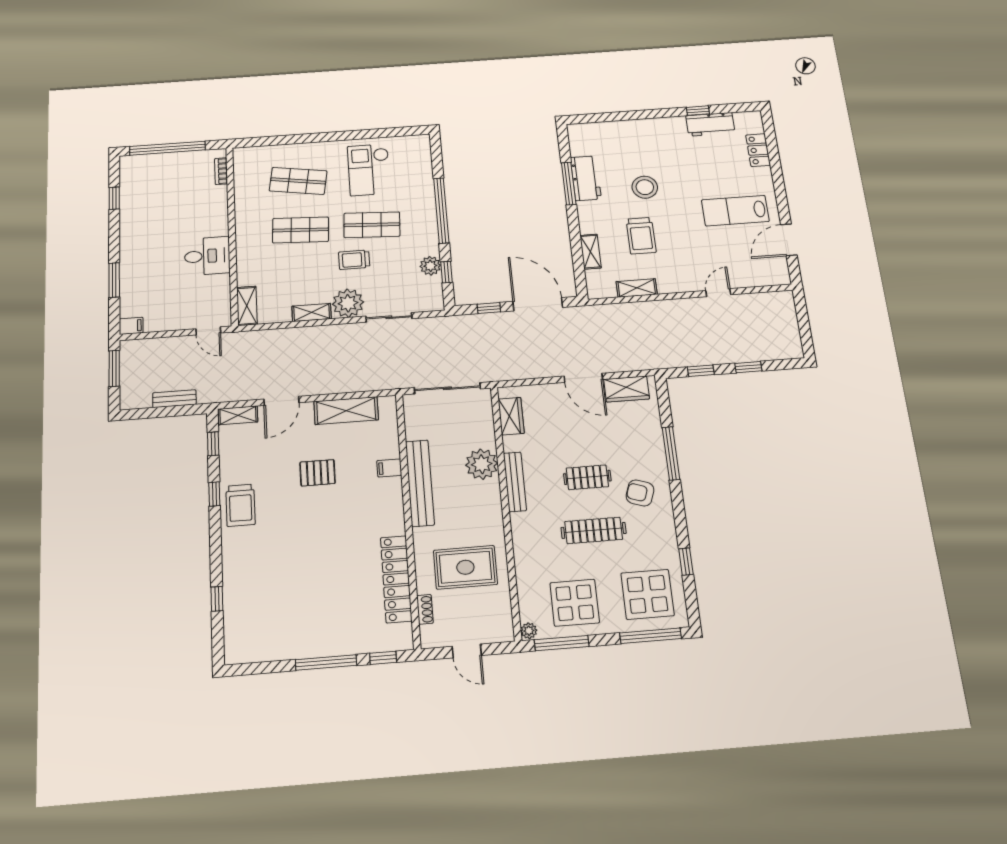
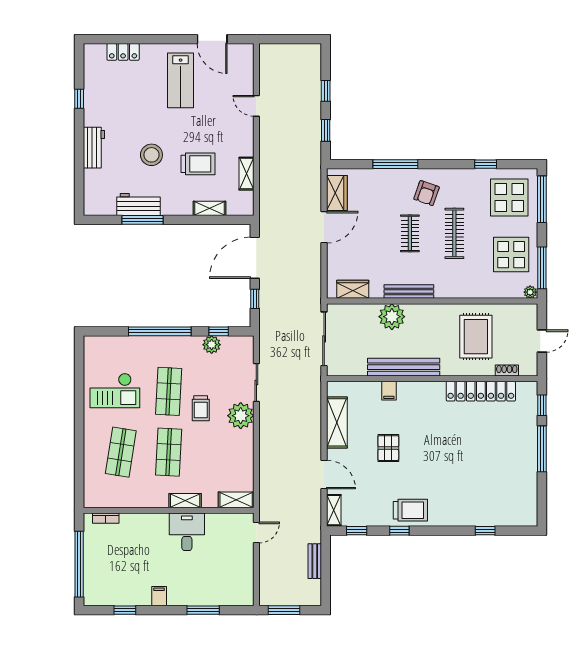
workbench: (710, 124) -> (94, 148), moved
shelving: (312, 312) -> (185, 501), moved, turned 90
filing cabinet: (131, 326) -> (159, 596), moved

